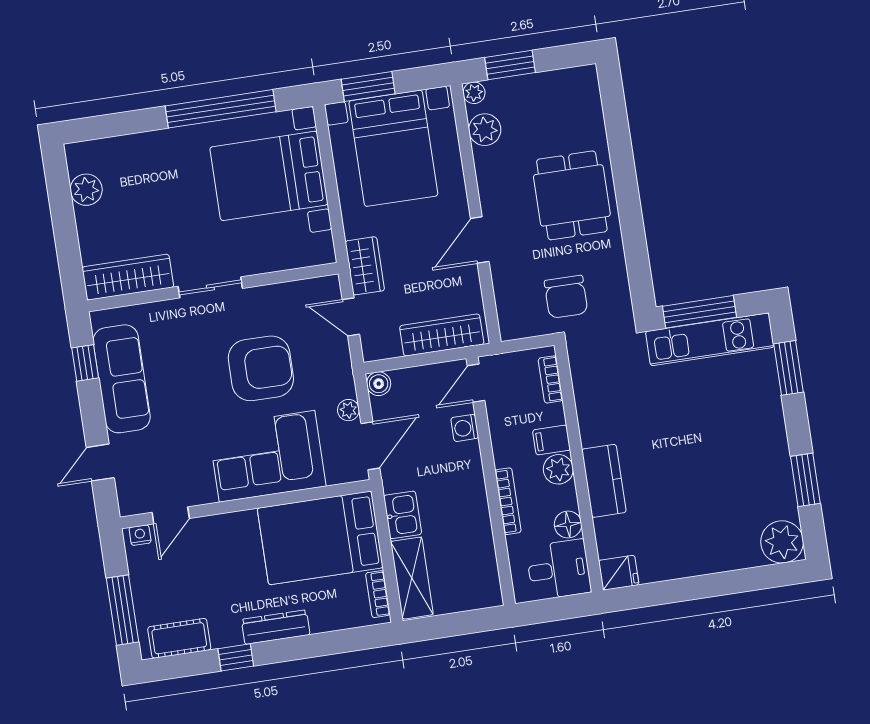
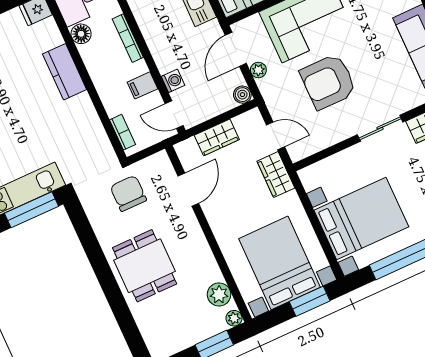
door: (480, 240) -> (188, 190), moved
wardrobe: (442, 335) -> (217, 137), width x0.67
door: (476, 383) -> (174, 115), swing flipped
filing cabinet: (551, 440) -> (142, 85), moved, turned 180
plant: (558, 469) -> (99, 71), removed

